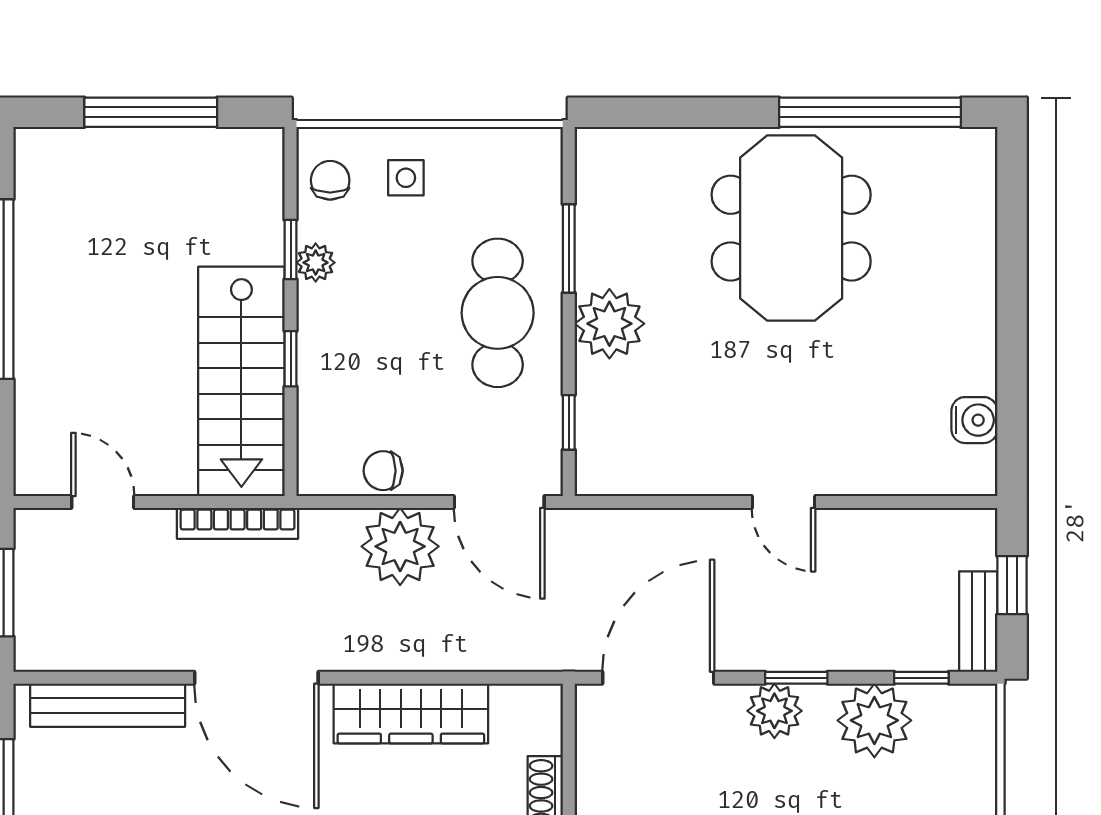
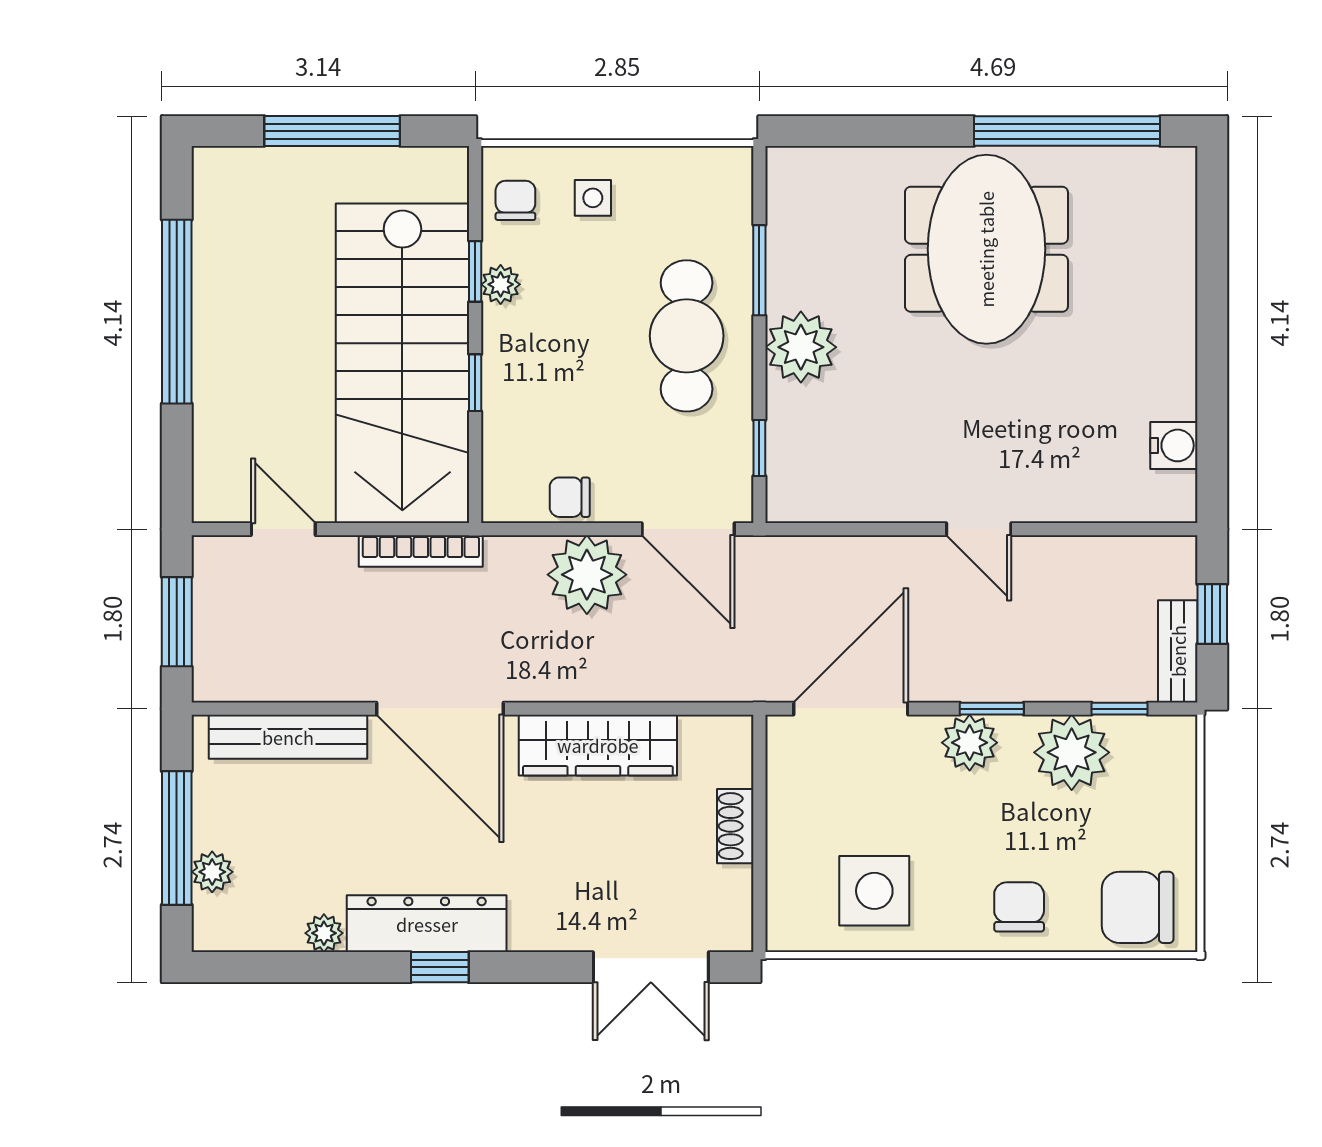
stairs: (241, 381) -> (402, 363), width x1.36, depth x1.51

